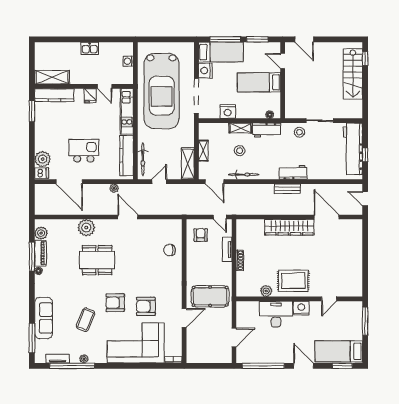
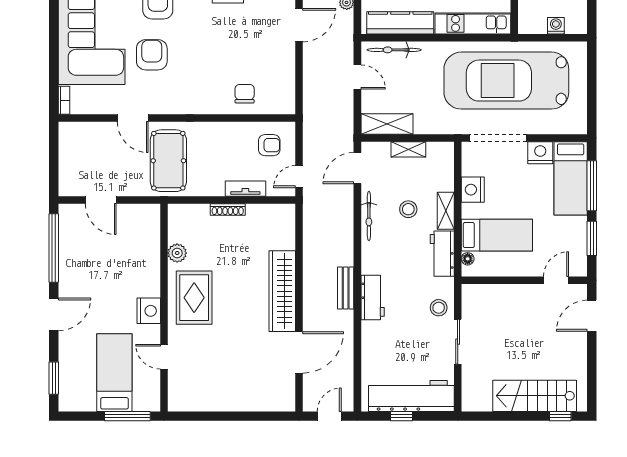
bed: (259, 82) -> (497, 235), moved, turned 90
desk: (276, 314) -> (139, 269), removed
bed: (339, 351) -> (114, 373), moved

